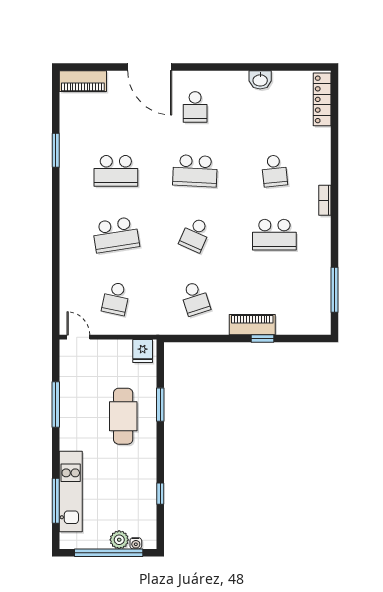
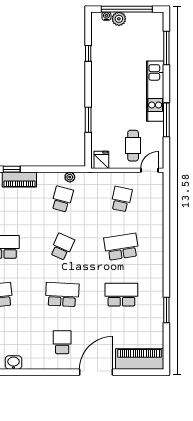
door: (150, 67) -> (96, 372), hinge flipped
piano: (83, 81) -> (140, 359), width x1.37, depth x1.33
school desk: (195, 299) -> (62, 199), turned 33
plant: (185, 328) -> (70, 177), added
door: (78, 337) -> (149, 170), swing flipped
cafe table: (123, 416) -> (133, 146), moved, width x0.73, depth x0.74
kitchen unit: (71, 491) -> (155, 91), moved

